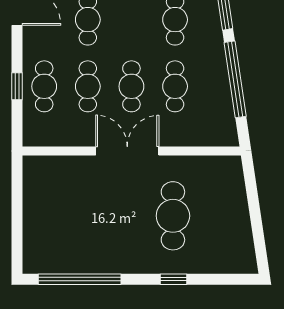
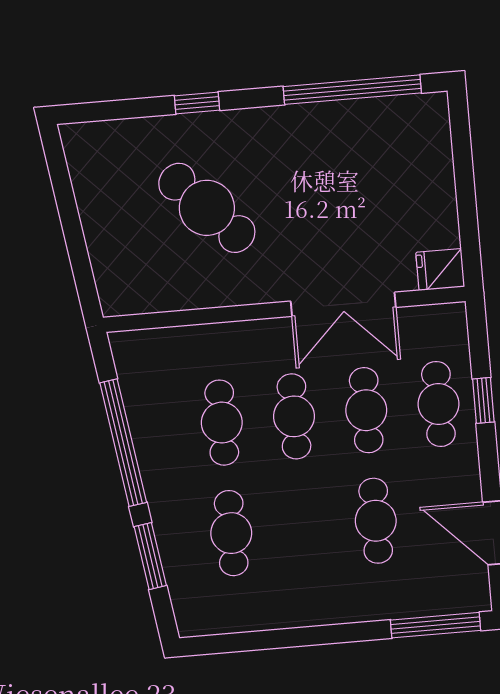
double door: (127, 151) -> (343, 304), moved
fridge: (36, 167) -> (440, 270), added
cafe table: (173, 216) -> (207, 208), turned -44

